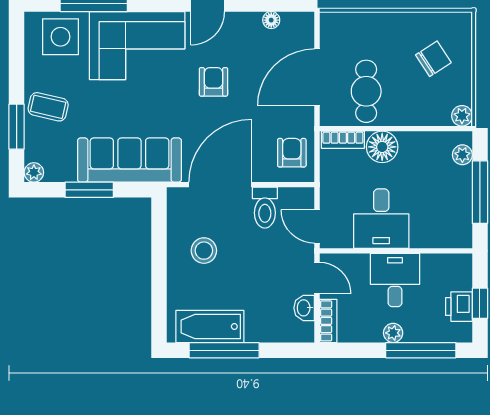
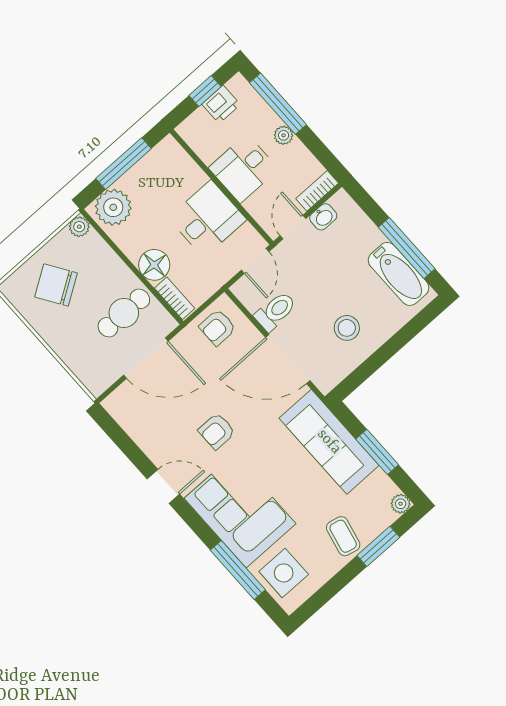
floor lamp: (271, 20) -> (134, 429), removed
chair: (433, 59) -> (56, 285), width x1.37, depth x1.37
plant: (462, 155) -> (113, 207), width x1.87, depth x1.87

